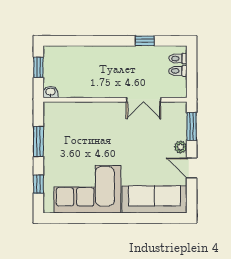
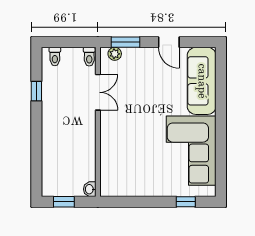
toilet: (178, 71) -> (89, 57), moved
window: (38, 141) -> (141, 202), removed
plant: (180, 147) -> (115, 54), moved
door: (192, 168) -> (169, 42), hinge flipped

